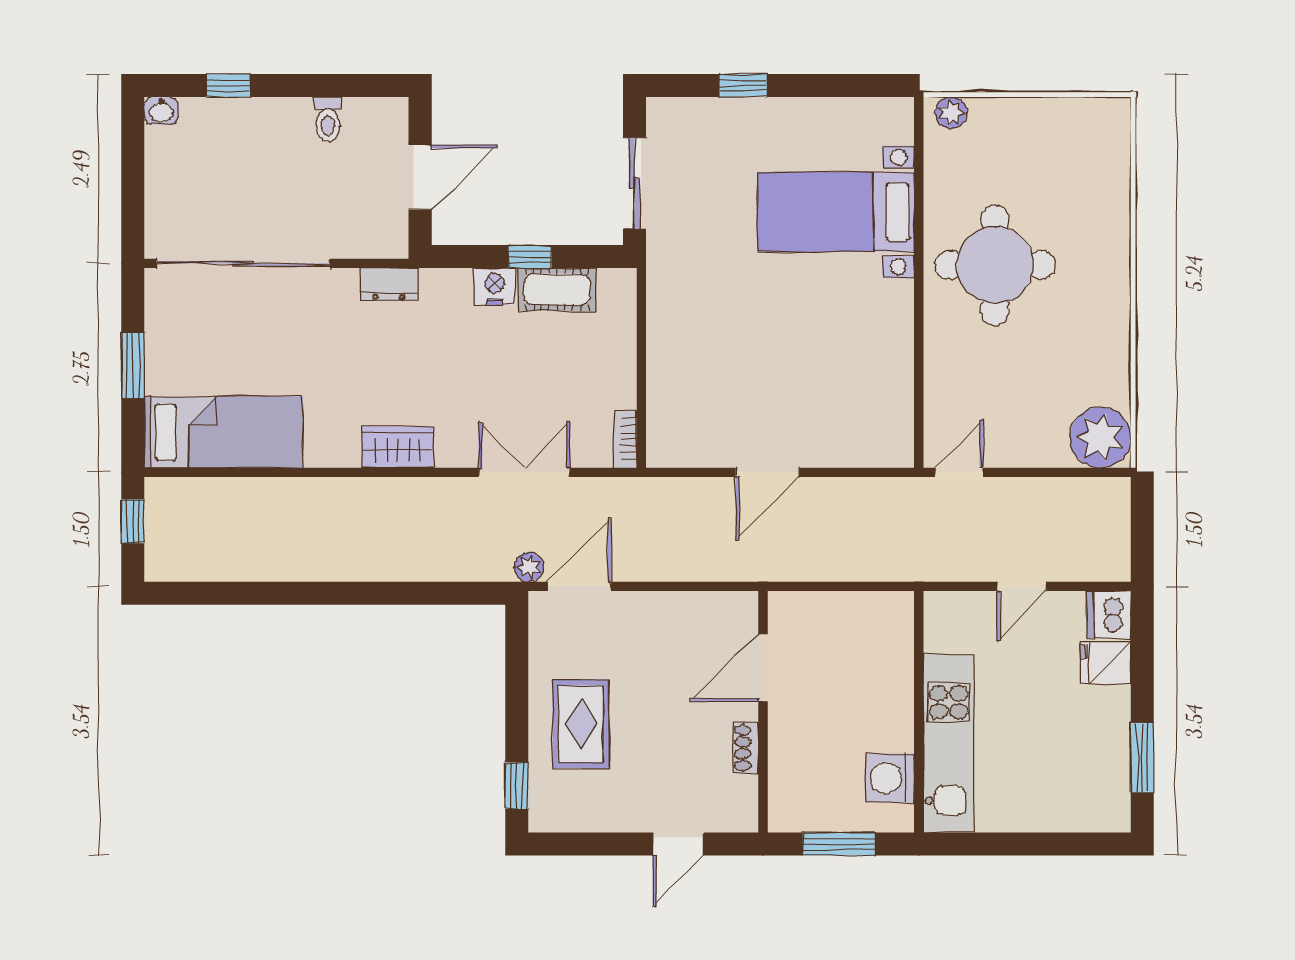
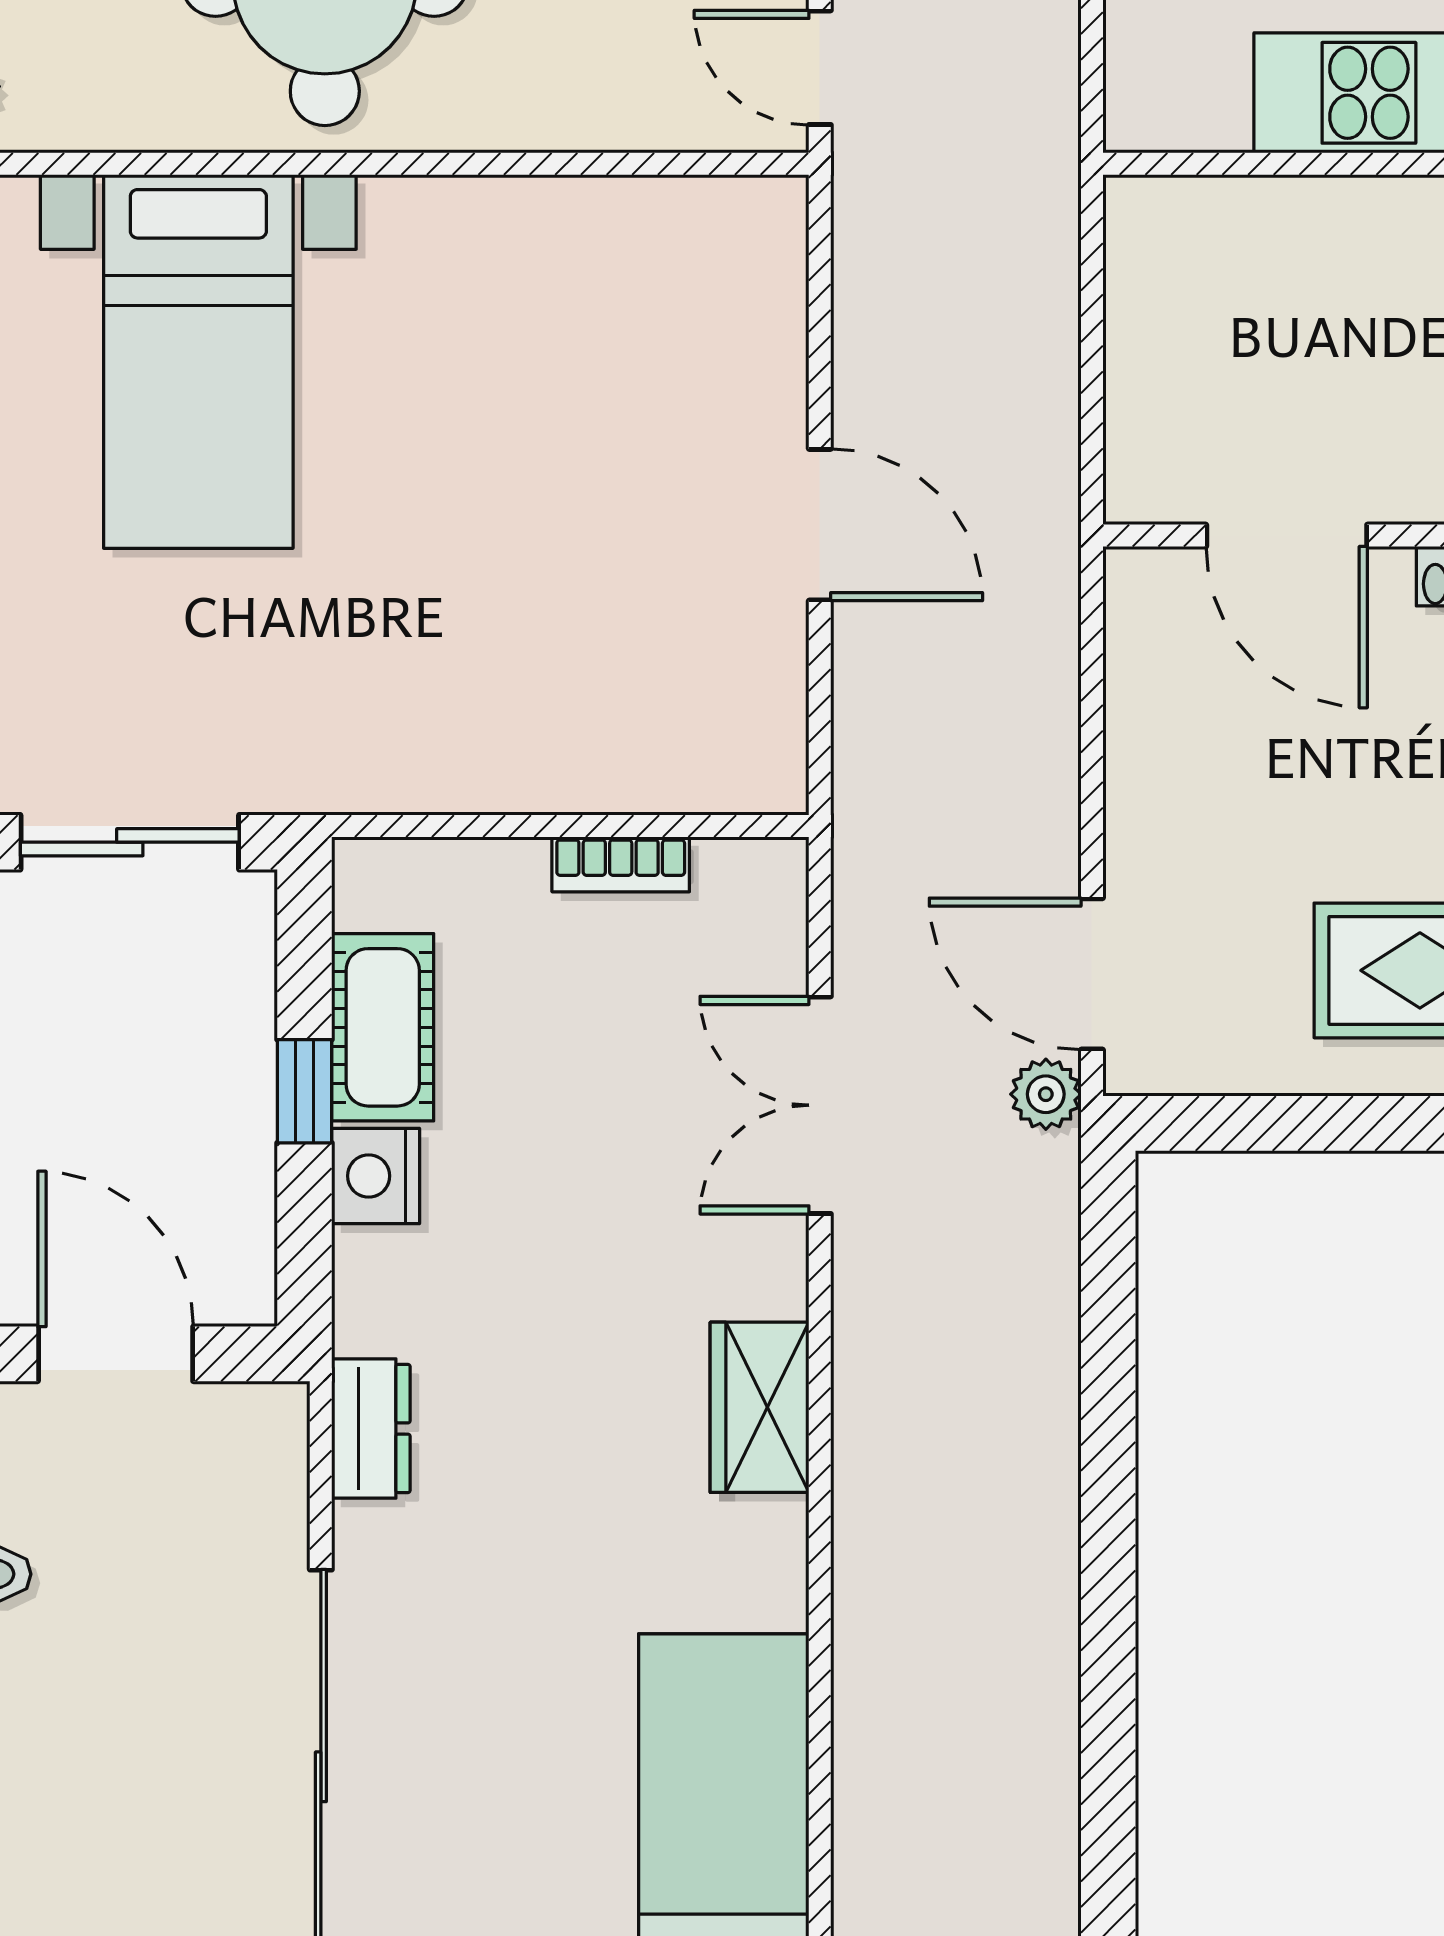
bookcase: (625, 439) -> (621, 864), moved

